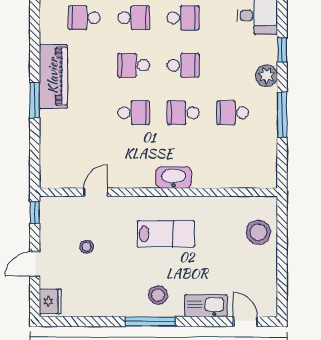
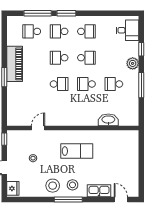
school desk: (134, 18) -> (59, 31), turned 180
washbasin: (174, 178) -> (108, 120), moved
stool: (258, 232) -> (53, 186), moved

